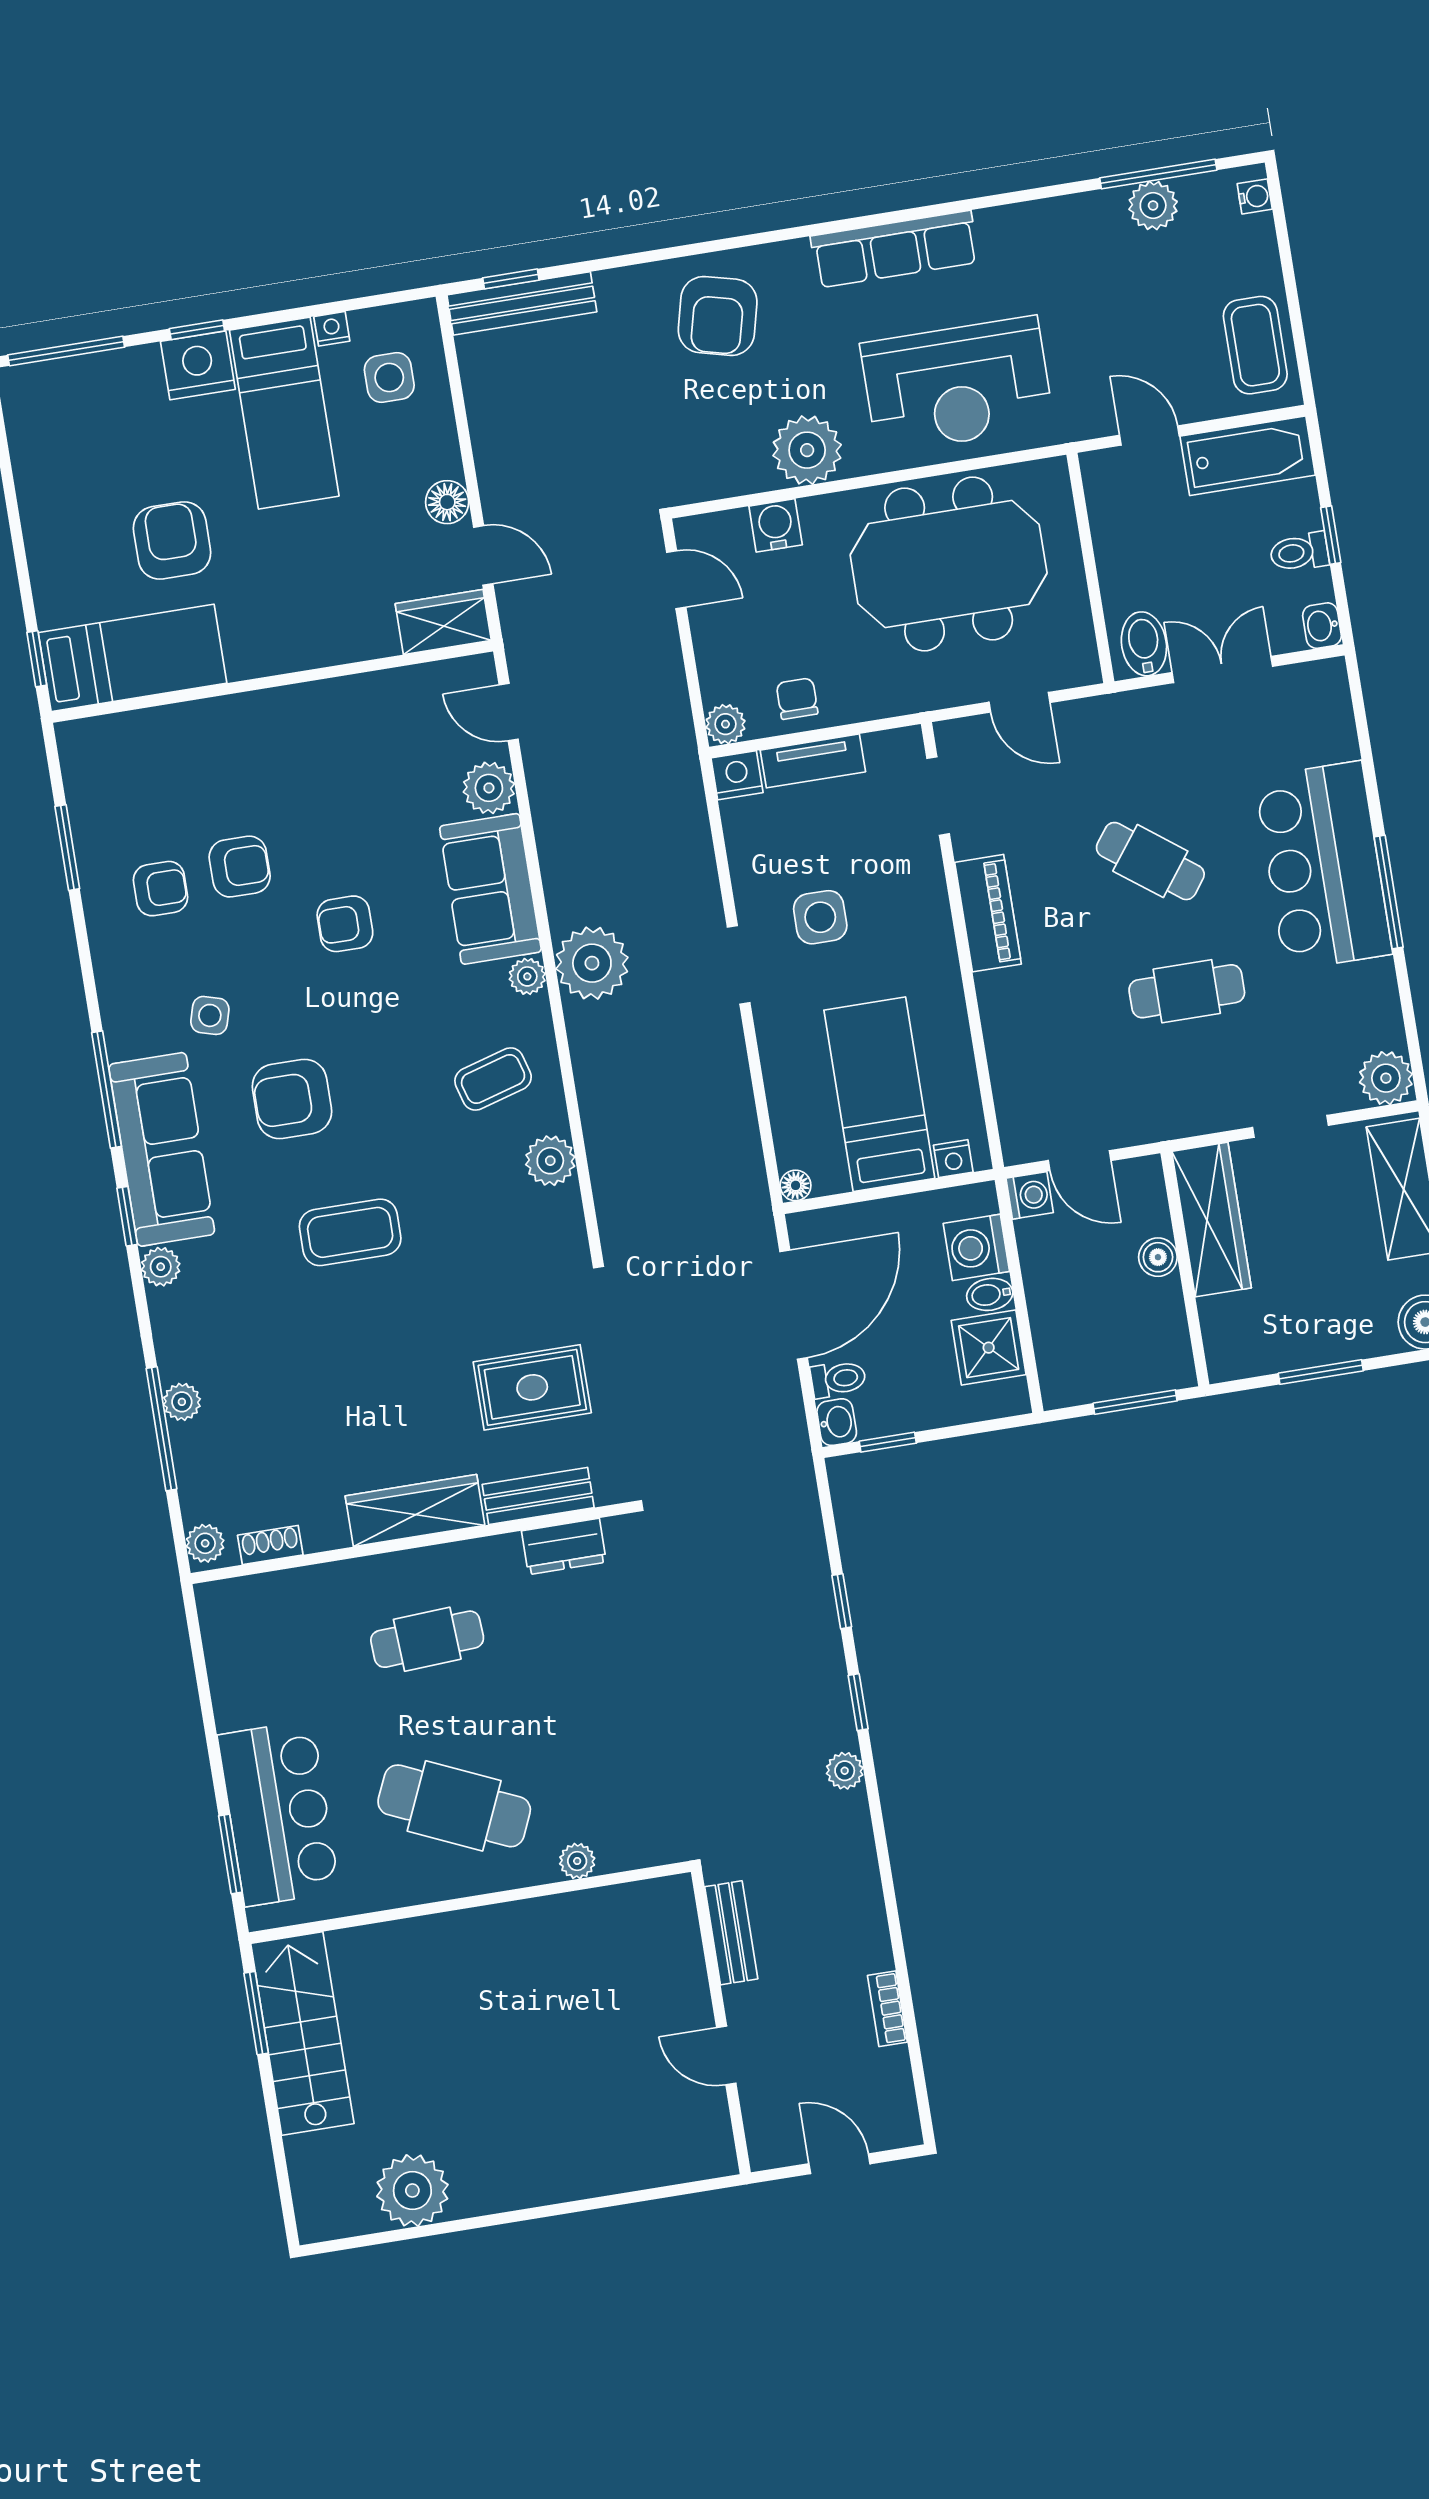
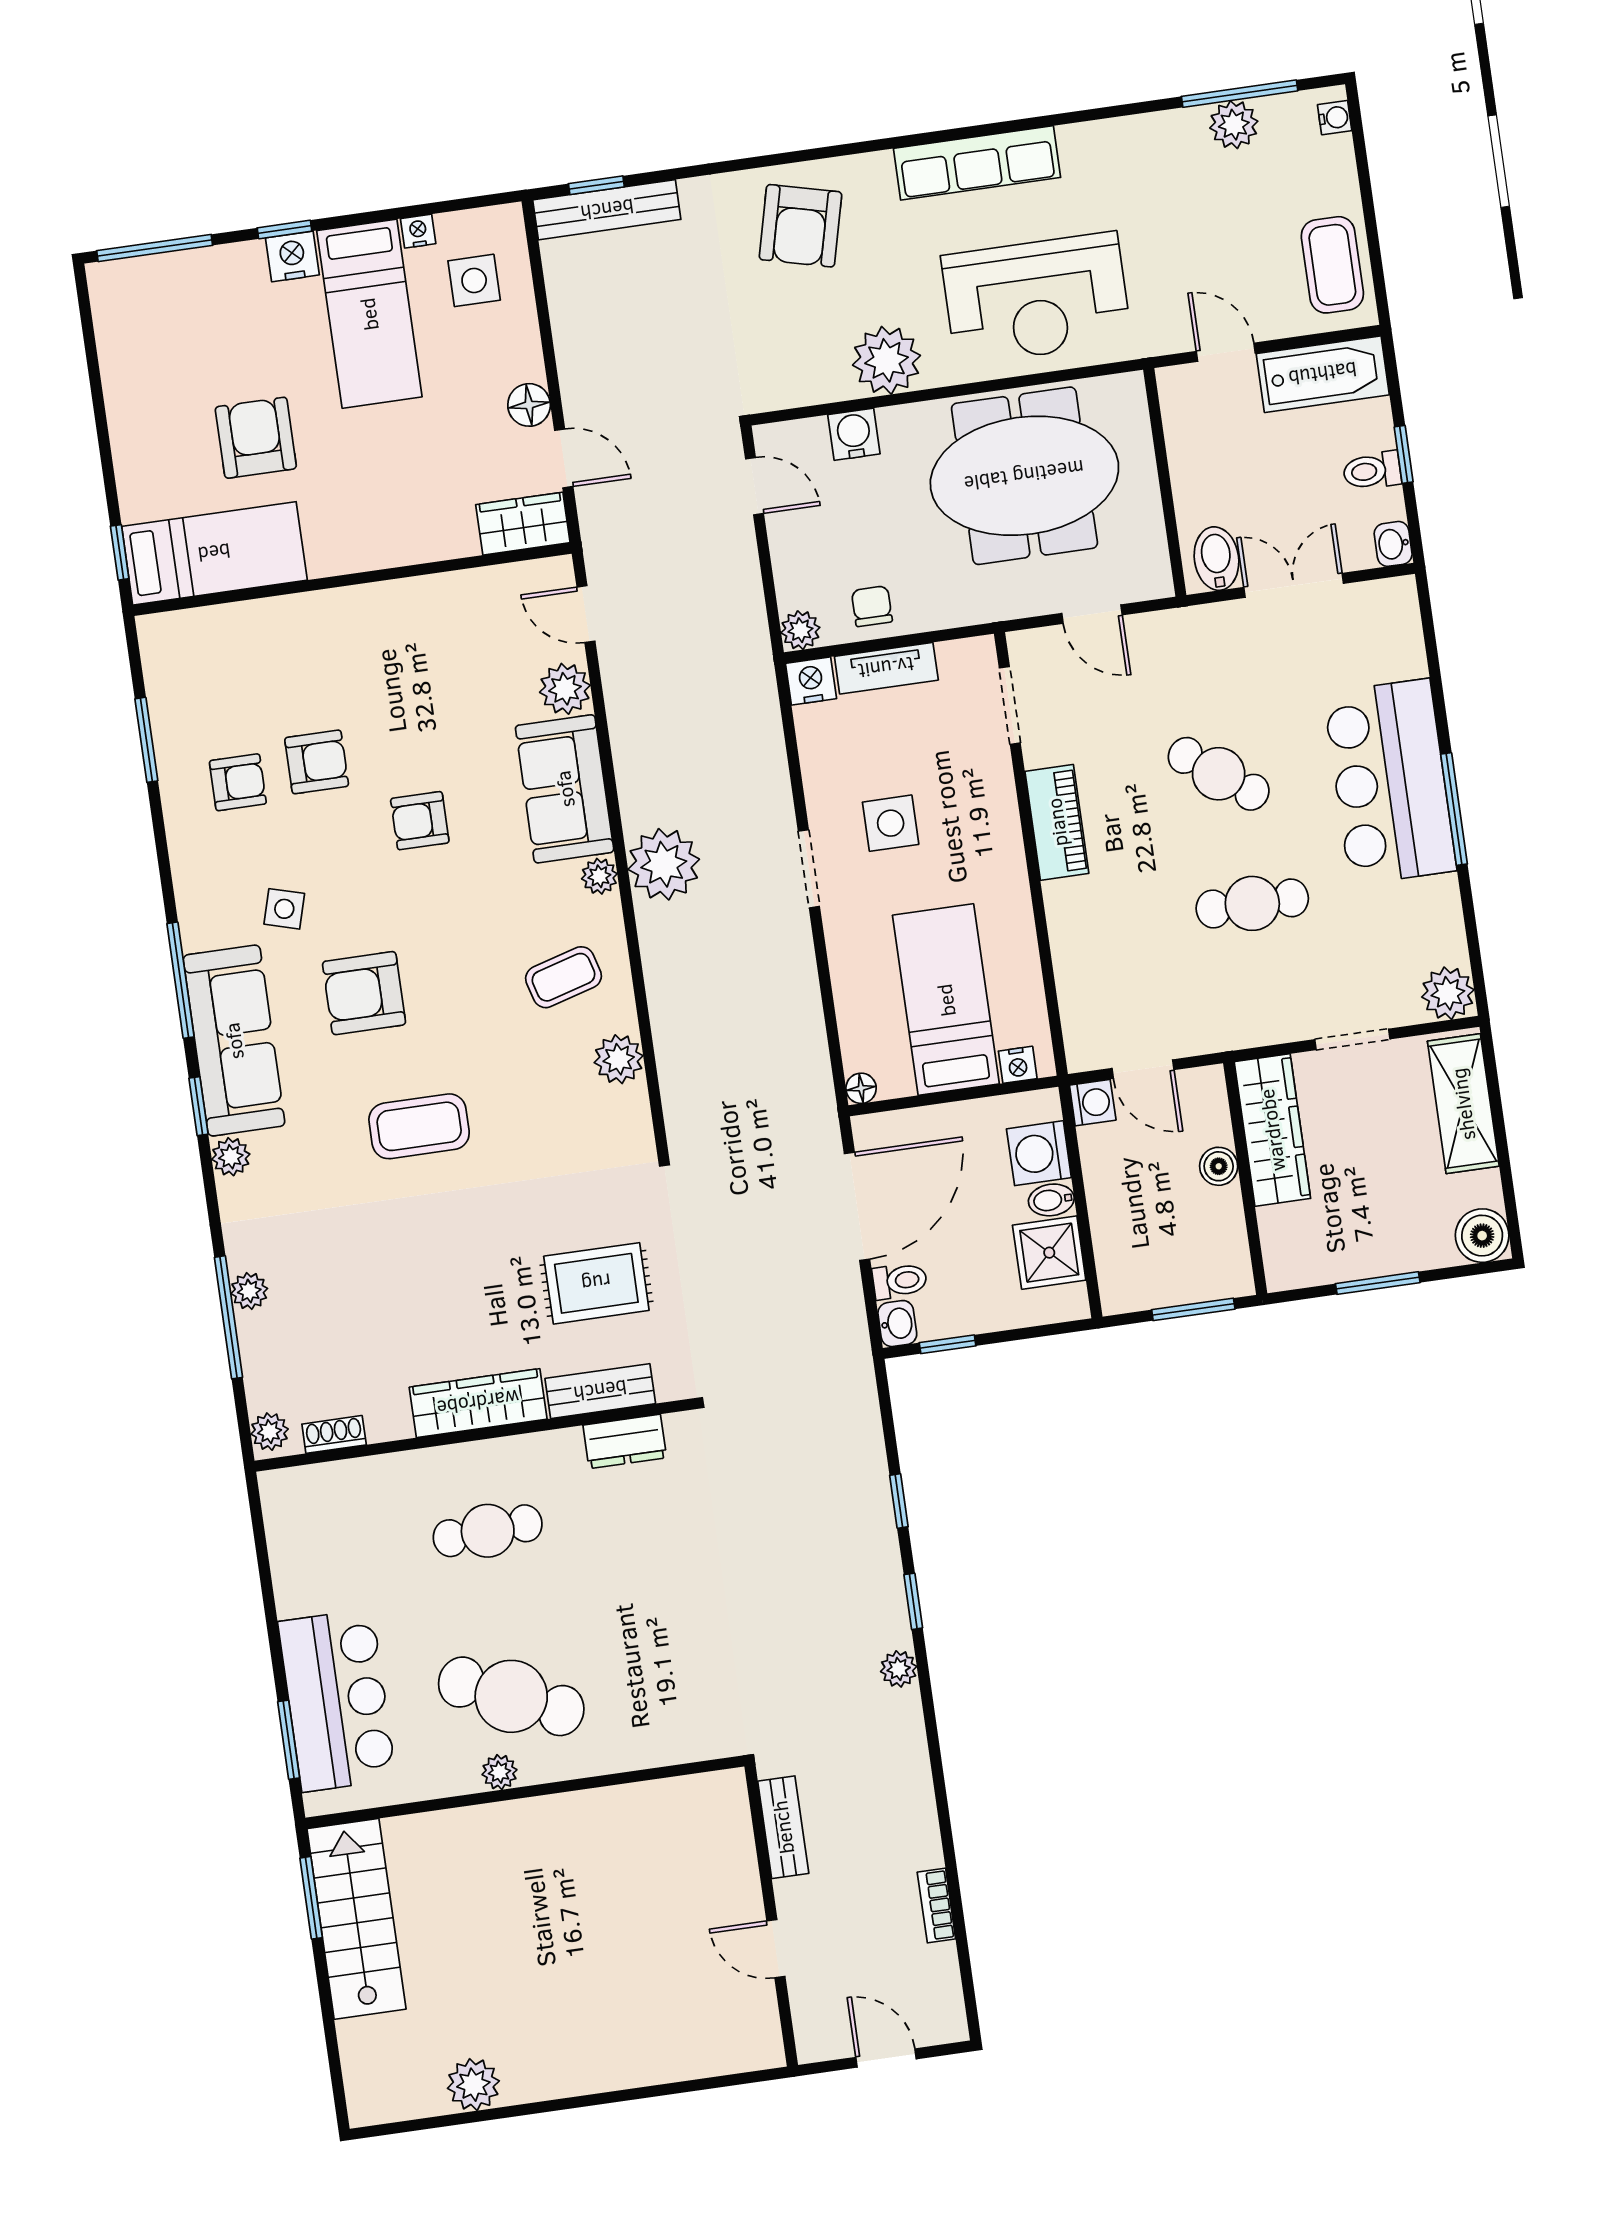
nightstand: (198, 365) -> (292, 256), width x0.74, depth x0.75
plant: (577, 1861) -> (499, 1772), moved
plant: (412, 2190) -> (473, 2085), width x0.73, depth x0.73

